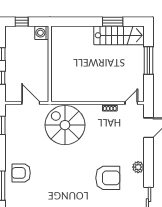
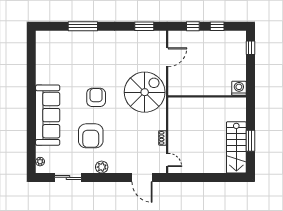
washing machine: (42, 33) -> (239, 88), moved
window: (148, 61) -> (211, 177), removed
wall: (50, 64) -> (207, 96), moved
armchair: (21, 173) -> (96, 97), moved

